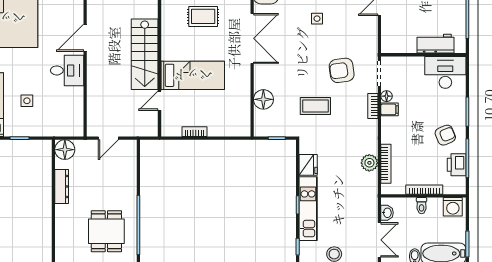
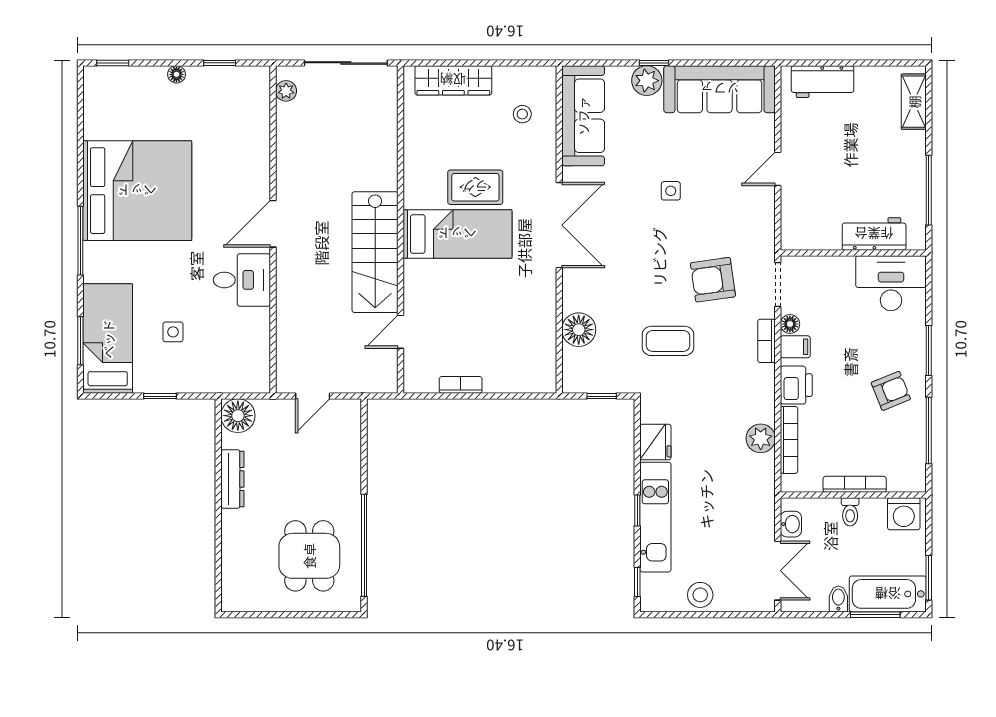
bed: (193, 75) -> (457, 234), moved
printer: (457, 165) -> (796, 385), moved, turned 180

